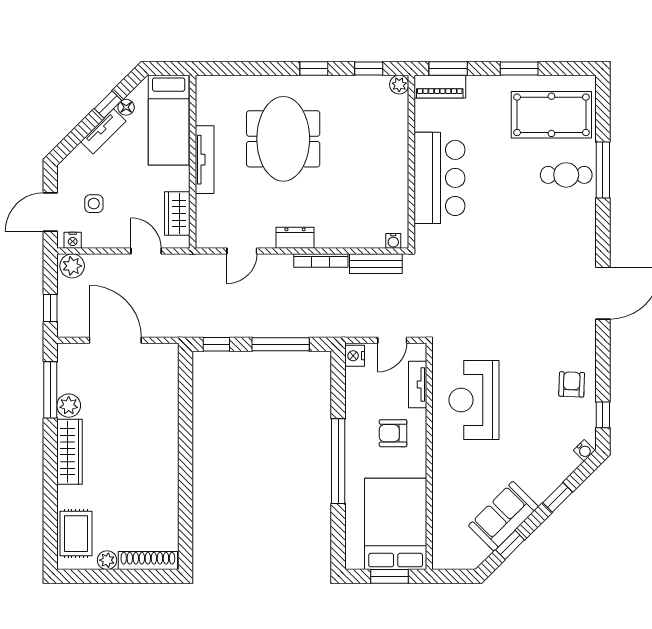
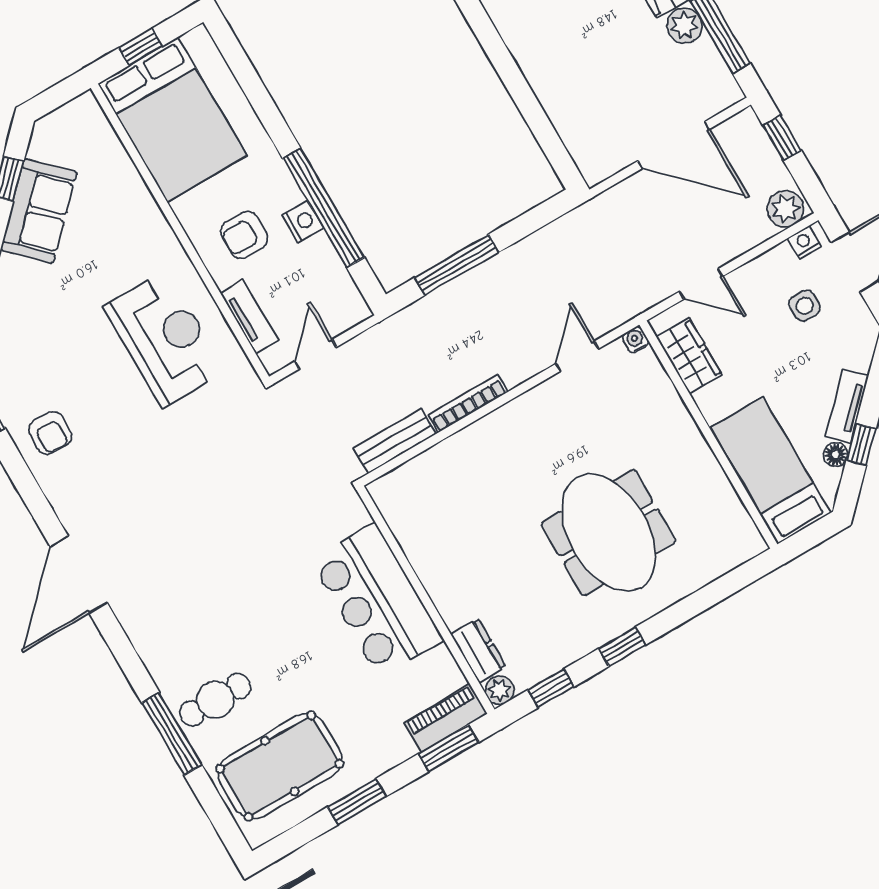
tv unit: (205, 160) -> (695, 446), removed
dresser: (295, 238) -> (478, 650), moved, turned -90
water cooler: (393, 241) -> (635, 340), moved
window: (216, 344) -> (540, 216), removed
nightstand: (355, 356) -> (303, 222), moved
armchair: (393, 433) -> (244, 235), turned 180
window: (338, 461) -> (324, 208), moved
window: (390, 576) -> (140, 47), width x0.67

